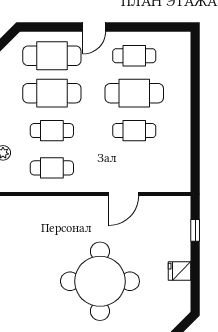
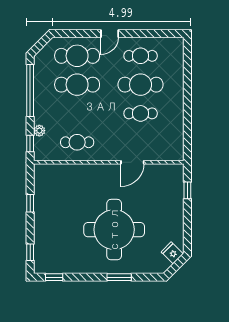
cafe table: (52, 131) -> (77, 113), removed
fridge: (179, 271) -> (172, 253), moved, turned 45

